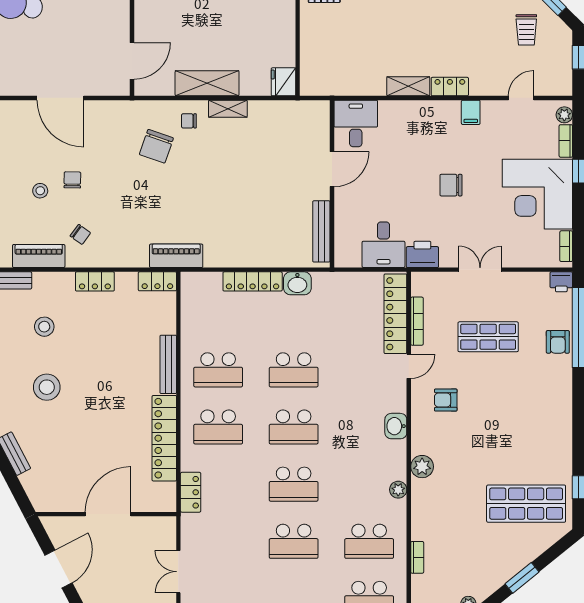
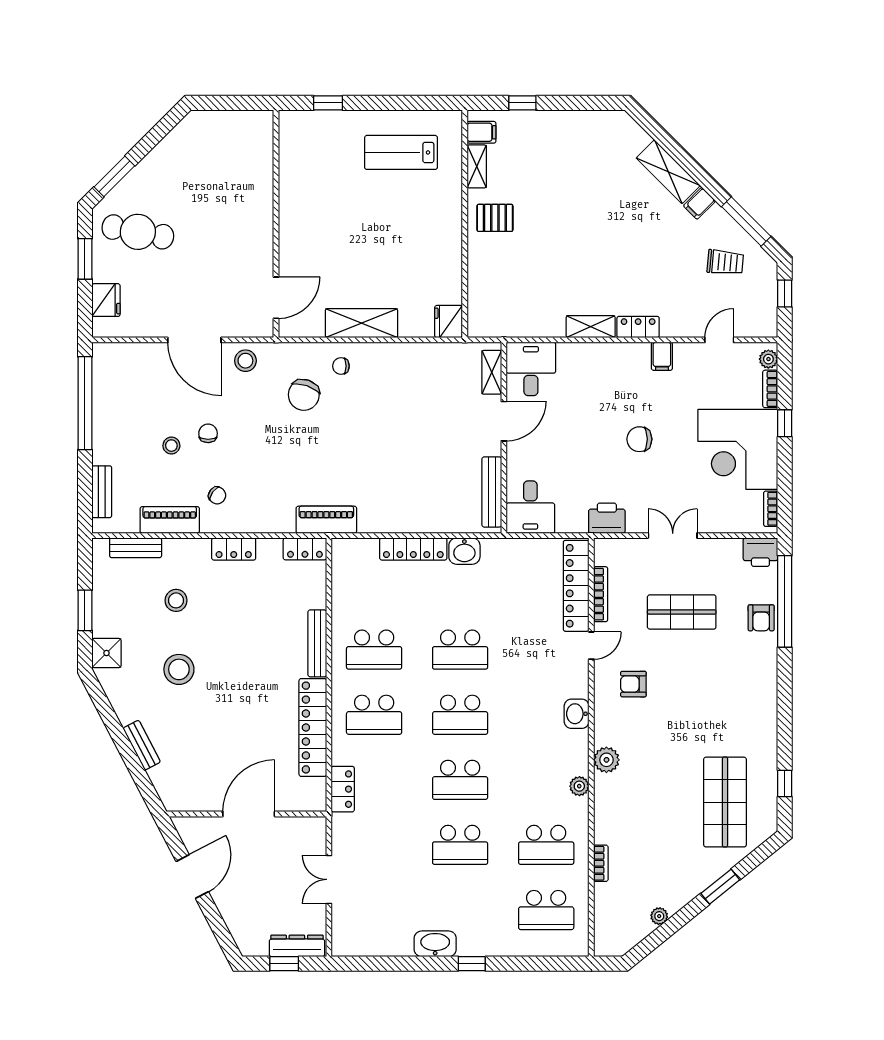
trolley: (526, 30) -> (725, 262), turned -85
shelving: (228, 109) -> (492, 372), moved, turned 90
stool: (105, 116) -> (245, 361), added
desk: (383, 245) -> (530, 507), moved
printer: (561, 282) -> (760, 552), width x1.36, depth x1.24
shop shelf: (526, 504) -> (725, 802), turned 90

